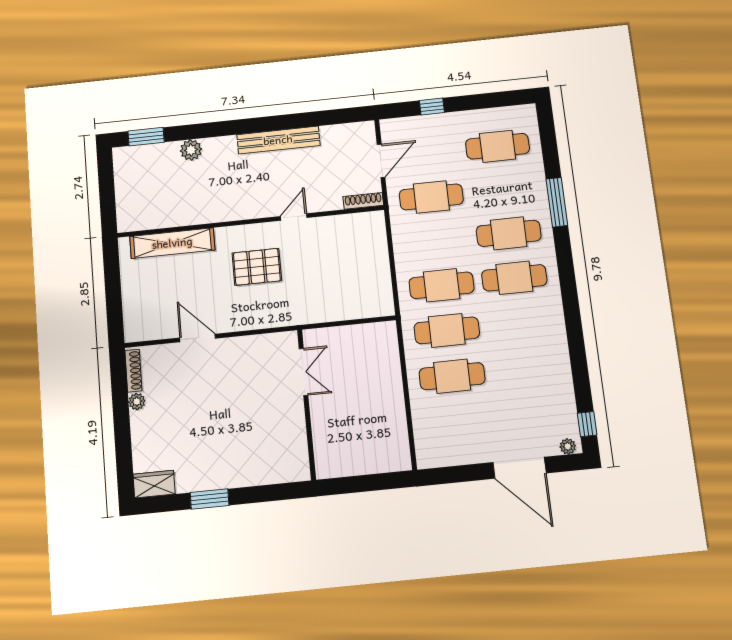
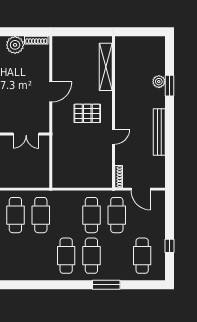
window: (432, 107) -> (169, 246), moved
window: (146, 137) -> (169, 86), moved
door: (294, 217) -> (114, 137), hinge flipped
pallet: (257, 267) -> (87, 113), turned 90
cafe table: (442, 285) -> (91, 215), moved
door: (198, 338) -> (51, 92), moved
plant: (137, 402) -> (15, 45), width x1.88, depth x1.88

